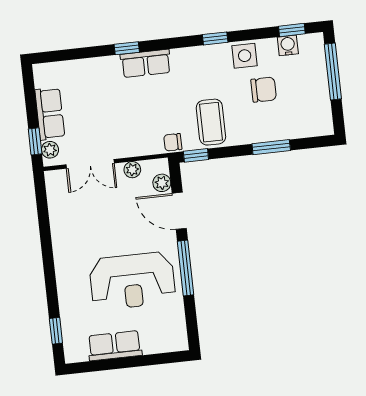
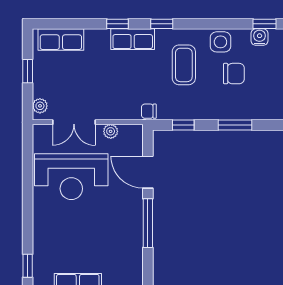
window: (215, 38) -> (162, 24), moved
row of seats: (50, 114) -> (61, 40), moved, turned 90
coffee table: (211, 122) -> (184, 65), moved
window: (35, 141) -> (28, 71), moved
window: (196, 155) -> (183, 125), moved
plant: (162, 183) -> (135, 146), removed
reception desk: (132, 281) -> (71, 177), moved

